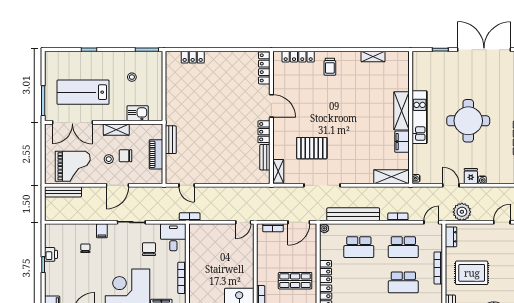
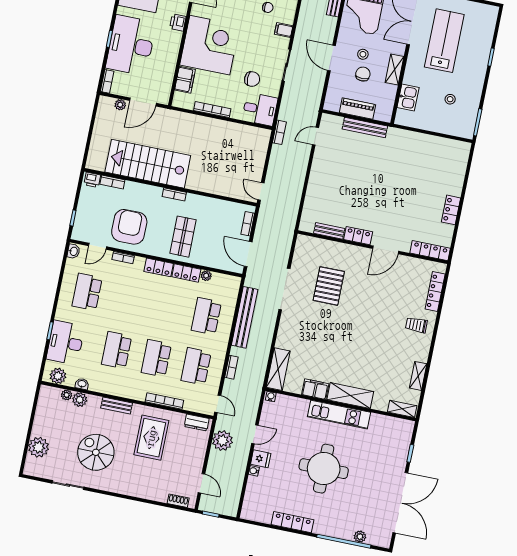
locker: (193, 57) -> (451, 210), moved
bench: (171, 140) -> (365, 128), width x1.36
shelving: (278, 171) -> (402, 409), moved
plant: (324, 228) -> (206, 276), moved

